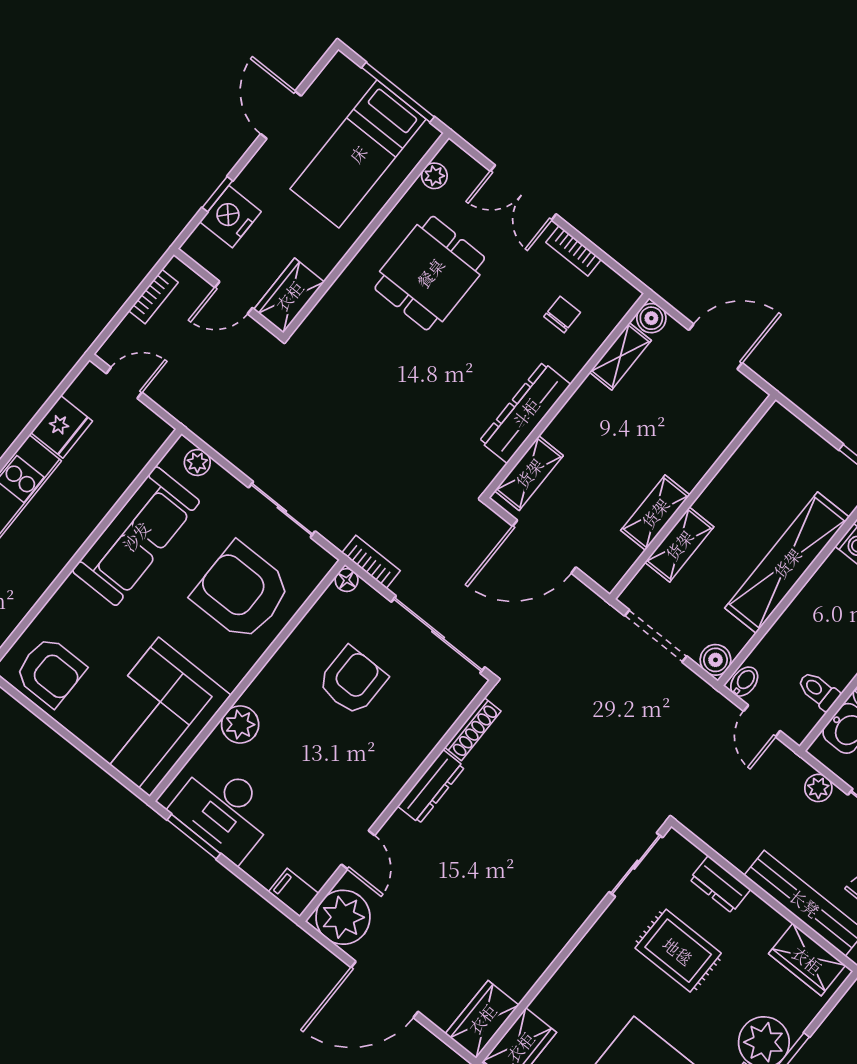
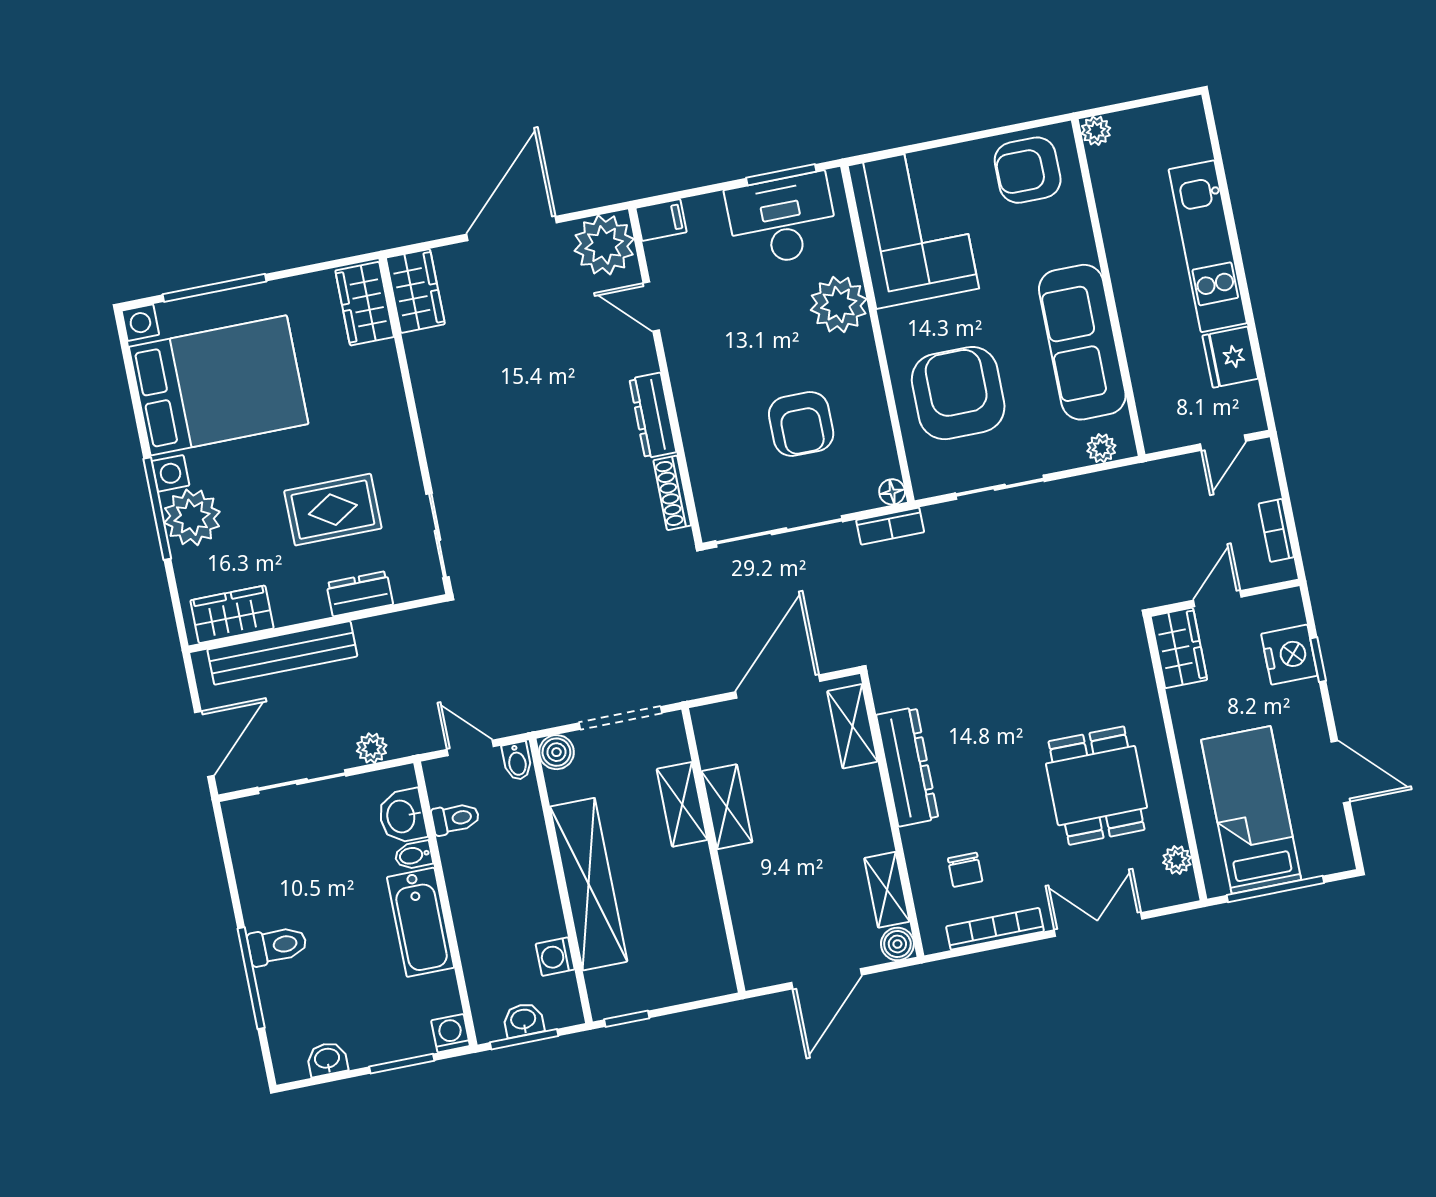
bookcase: (573, 251) -> (995, 929), width x1.56
armchair: (242, 592) -> (958, 393), turned -90
plant: (240, 724) -> (839, 305), width x1.36, depth x1.36

